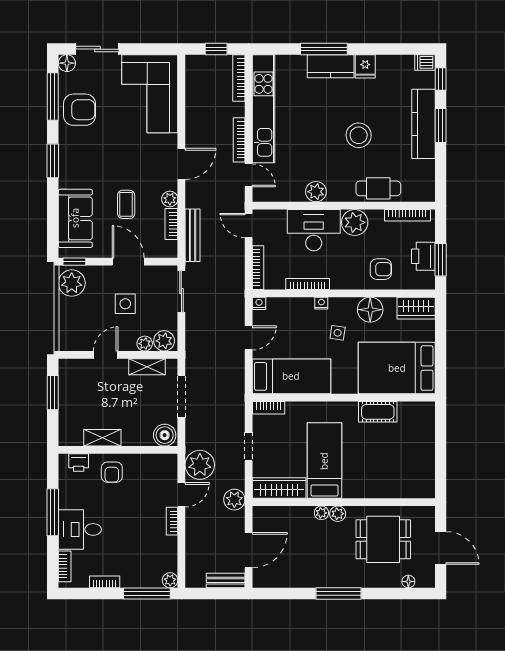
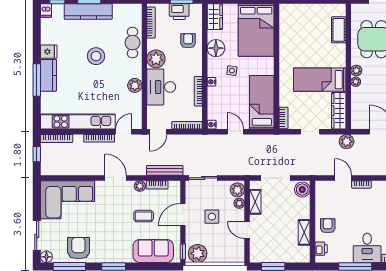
cot: (378, 412) -> (339, 30), moved
plant: (200, 465) -> (323, 165), removed
armchair: (112, 472) -> (328, 226), turned -90

